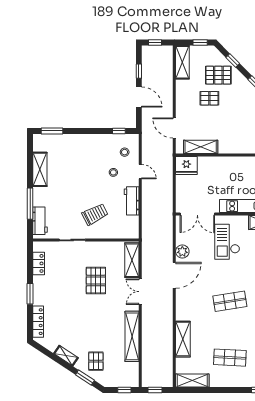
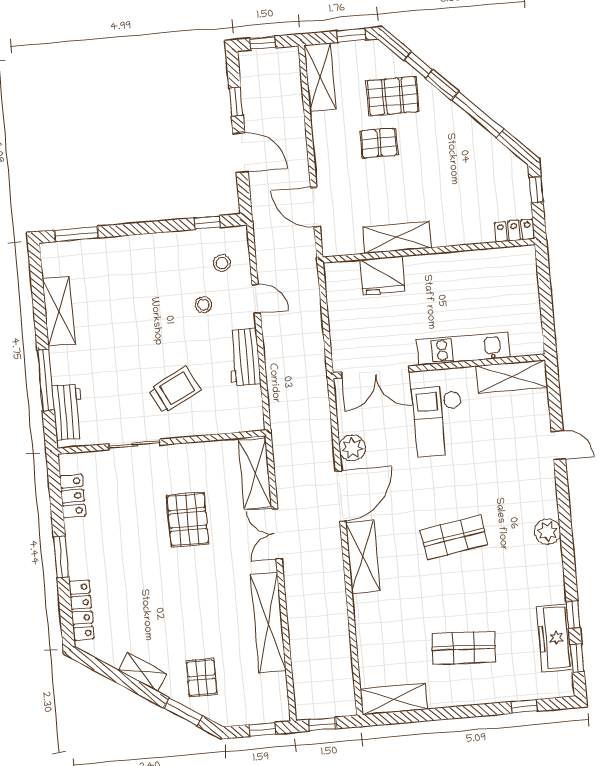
shelving: (201, 147) -> (397, 237), moved
fridge: (186, 166) -> (383, 276), moved
shelving: (183, 339) -> (363, 557), moved

